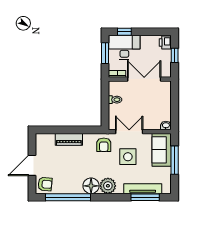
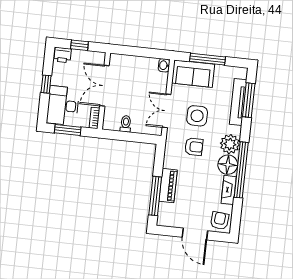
window: (124, 32) -> (46, 84), moved
window: (59, 130) -> (155, 196), added
armchair: (104, 145) -> (194, 147), moved
fireplace: (71, 189) -> (229, 190), added
window: (68, 197) -> (241, 170), moved

